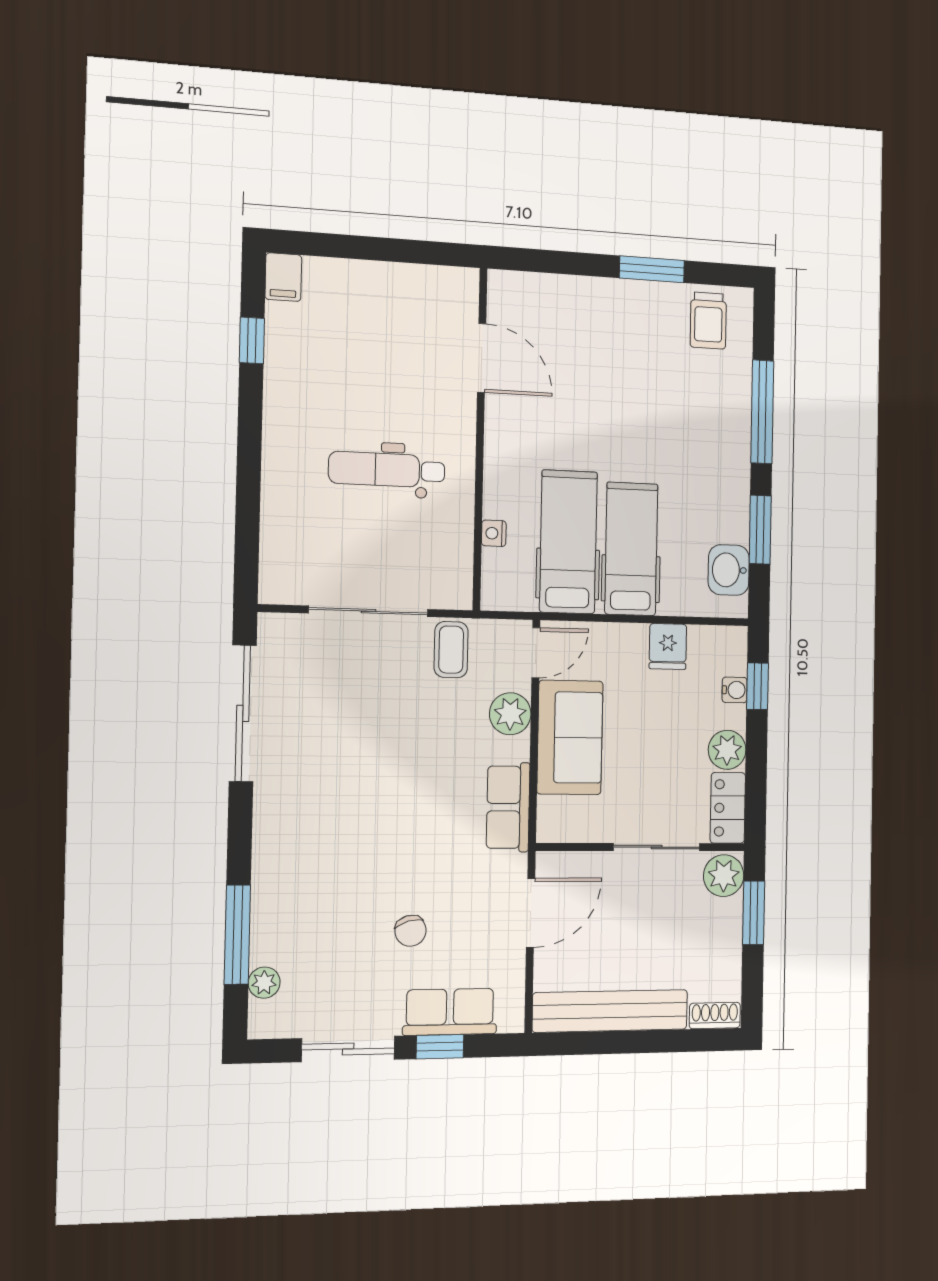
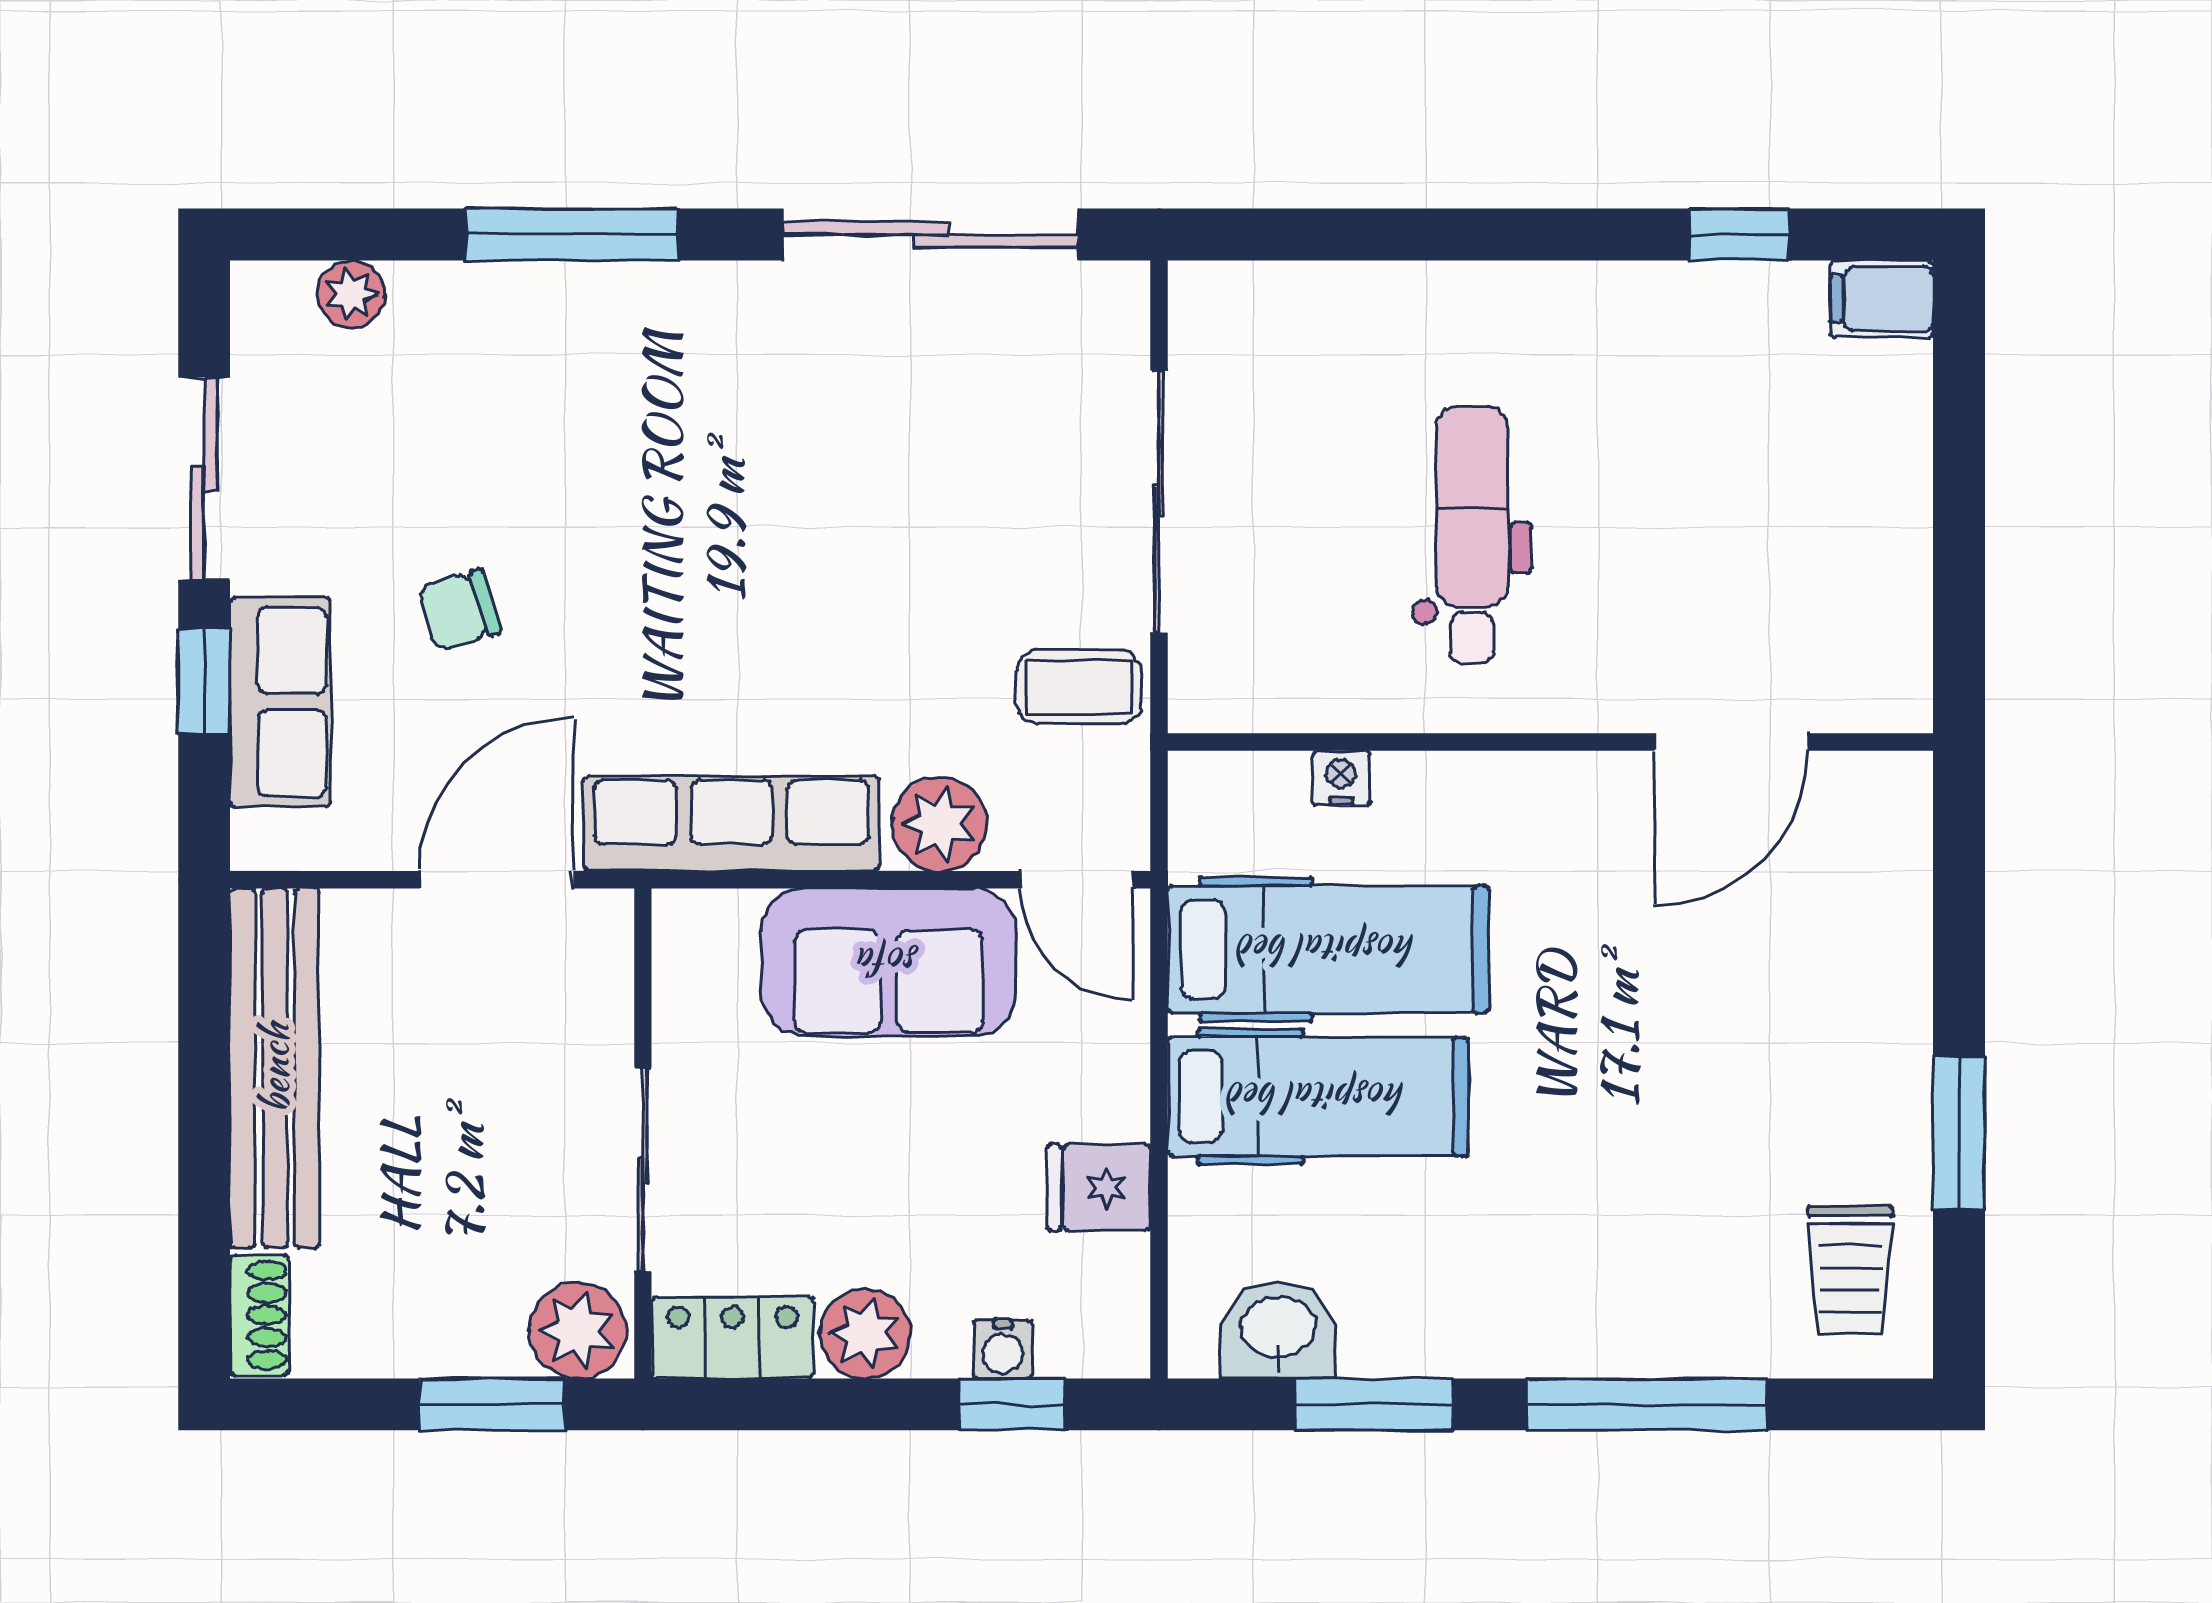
trolley: (708, 321) -> (1850, 1270), turned -90
row of seats: (508, 807) -> (731, 823), width x1.48
door: (531, 913) -> (496, 880), swing flipped
window: (237, 935) -> (572, 235), moved

